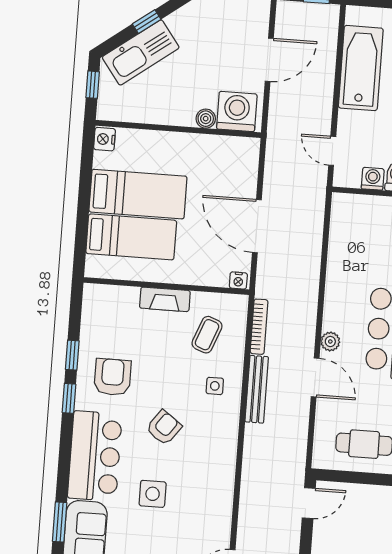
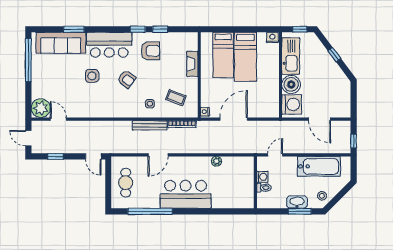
kitchen sink: (141, 52) -> (291, 56), moved, turned -143
boiler: (206, 119) -> (291, 84), width x1.86, depth x1.86
fireplace: (165, 299) -> (192, 64), moved
plant: (330, 341) -> (216, 161), moved

